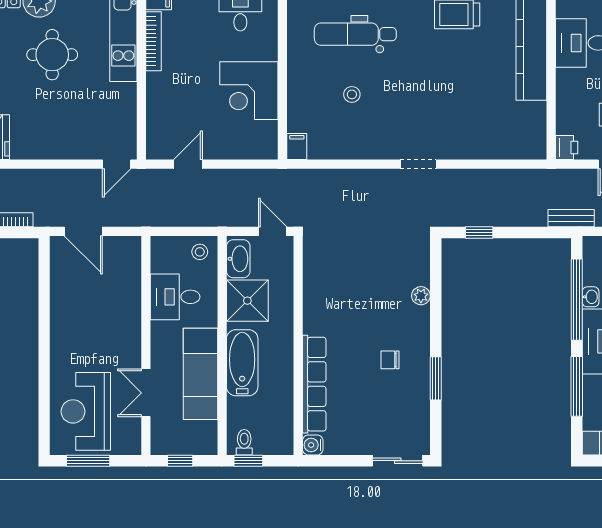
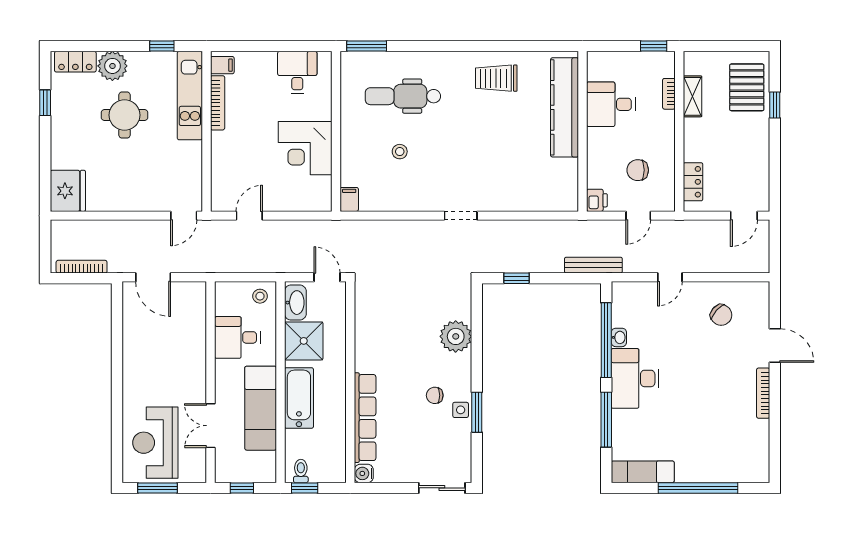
bench: (571, 218) -> (593, 265), width x1.36
plant: (421, 296) -> (456, 336), width x1.88, depth x1.88
side table: (418, 376) -> (461, 410), added

